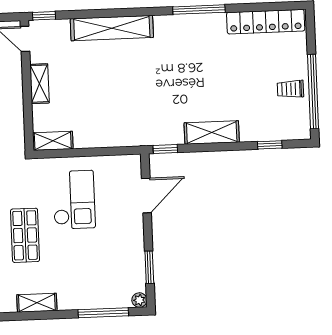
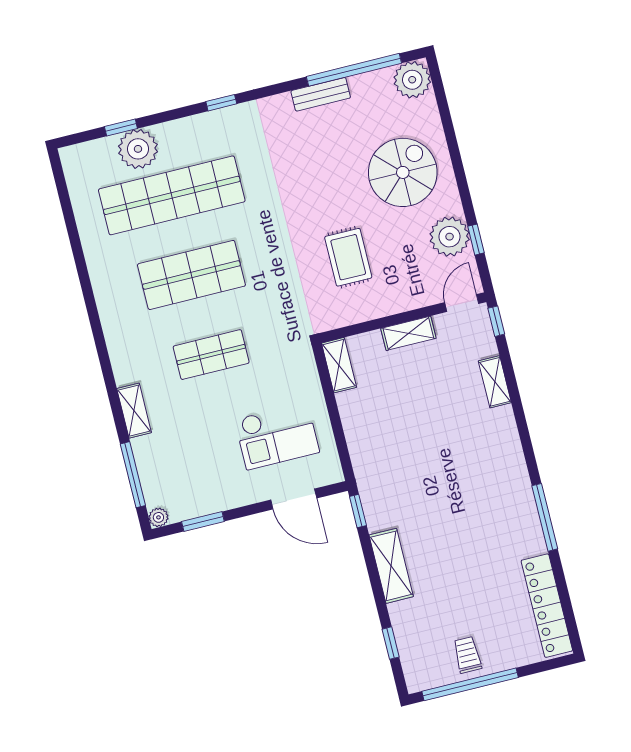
shelving: (112, 28) -> (495, 382), width x0.45, depth x0.75
checkout: (74, 200) -> (277, 436), moved
shelving: (37, 303) -> (134, 411), moved

